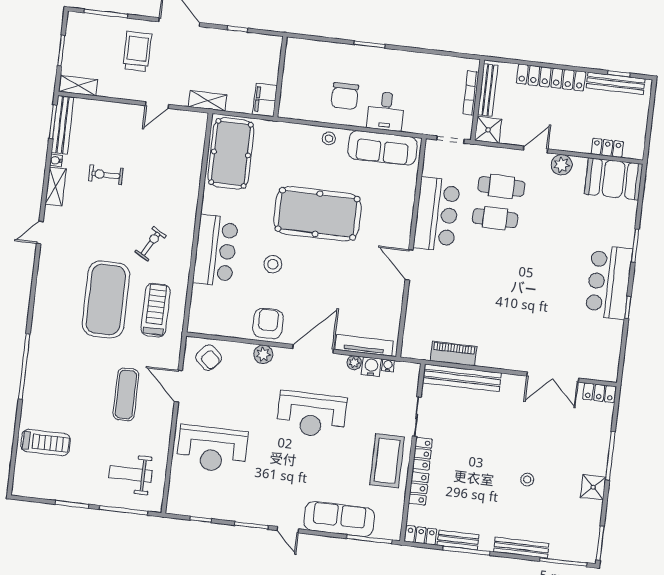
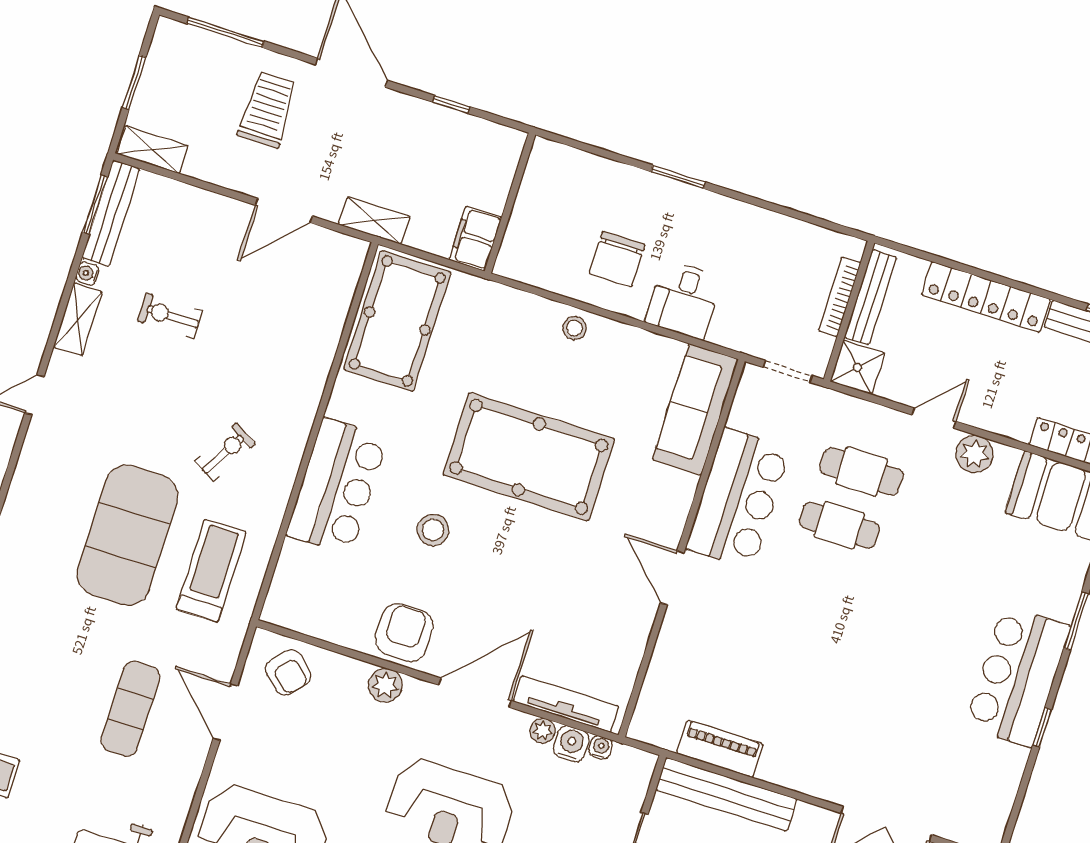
door: (157, 105) -> (284, 211), width x1.38
sofa: (383, 148) -> (695, 409), moved, turned 90

